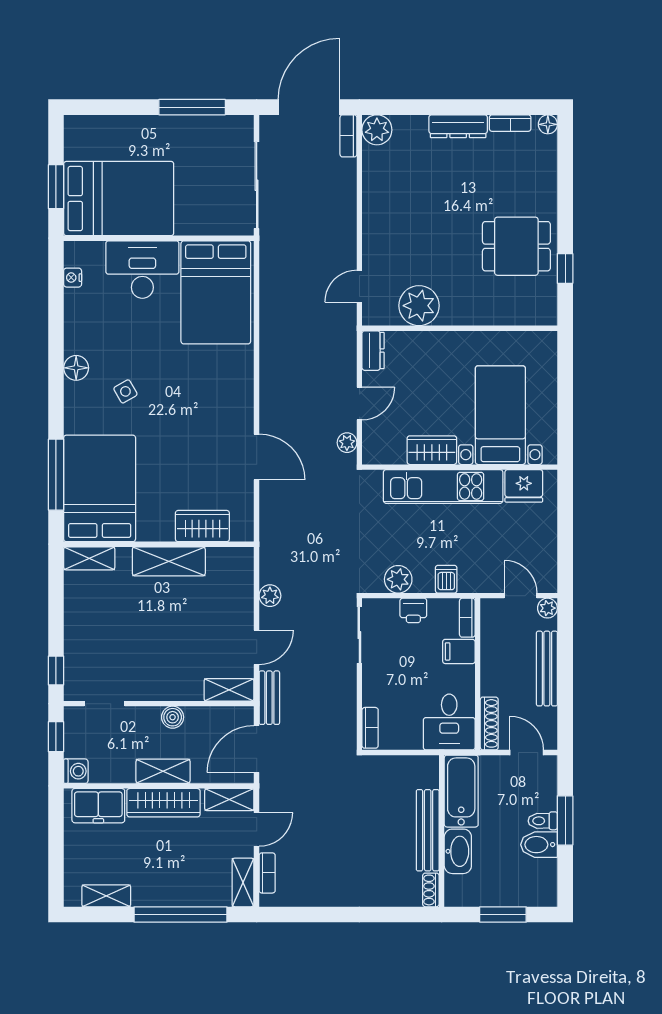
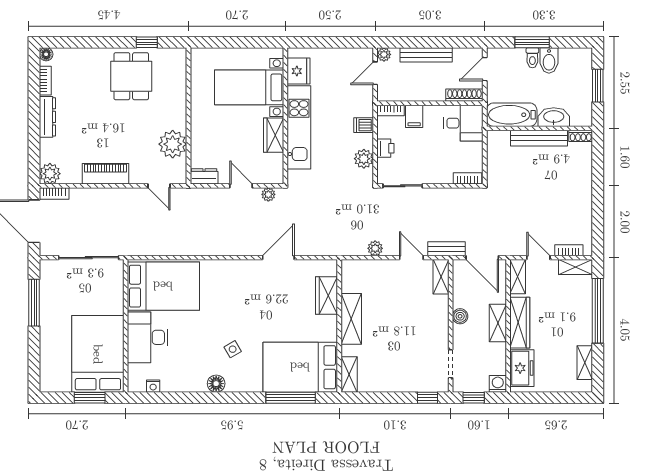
piano: (377, 209) -> (106, 174), added

